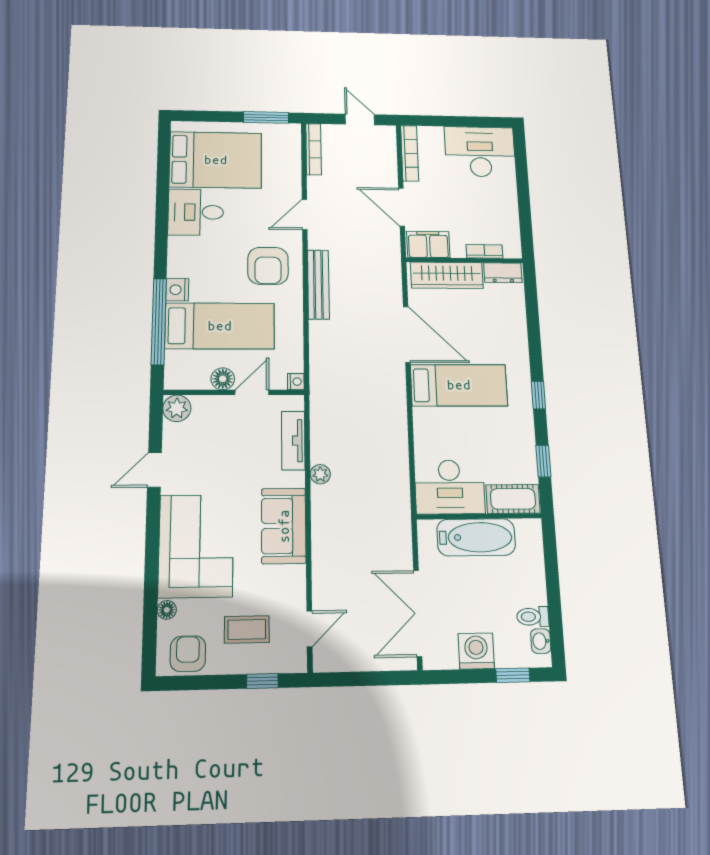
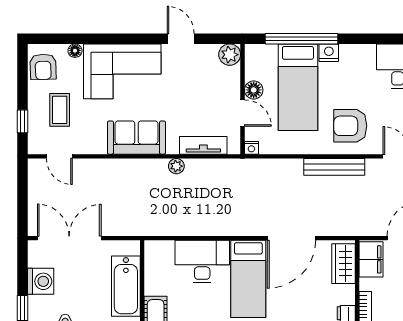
wardrobe: (447, 275) -> (343, 264), width x0.67
desk: (450, 487) -> (202, 262), moved, turned 90
armchair: (188, 654) -> (43, 67), turned 88

